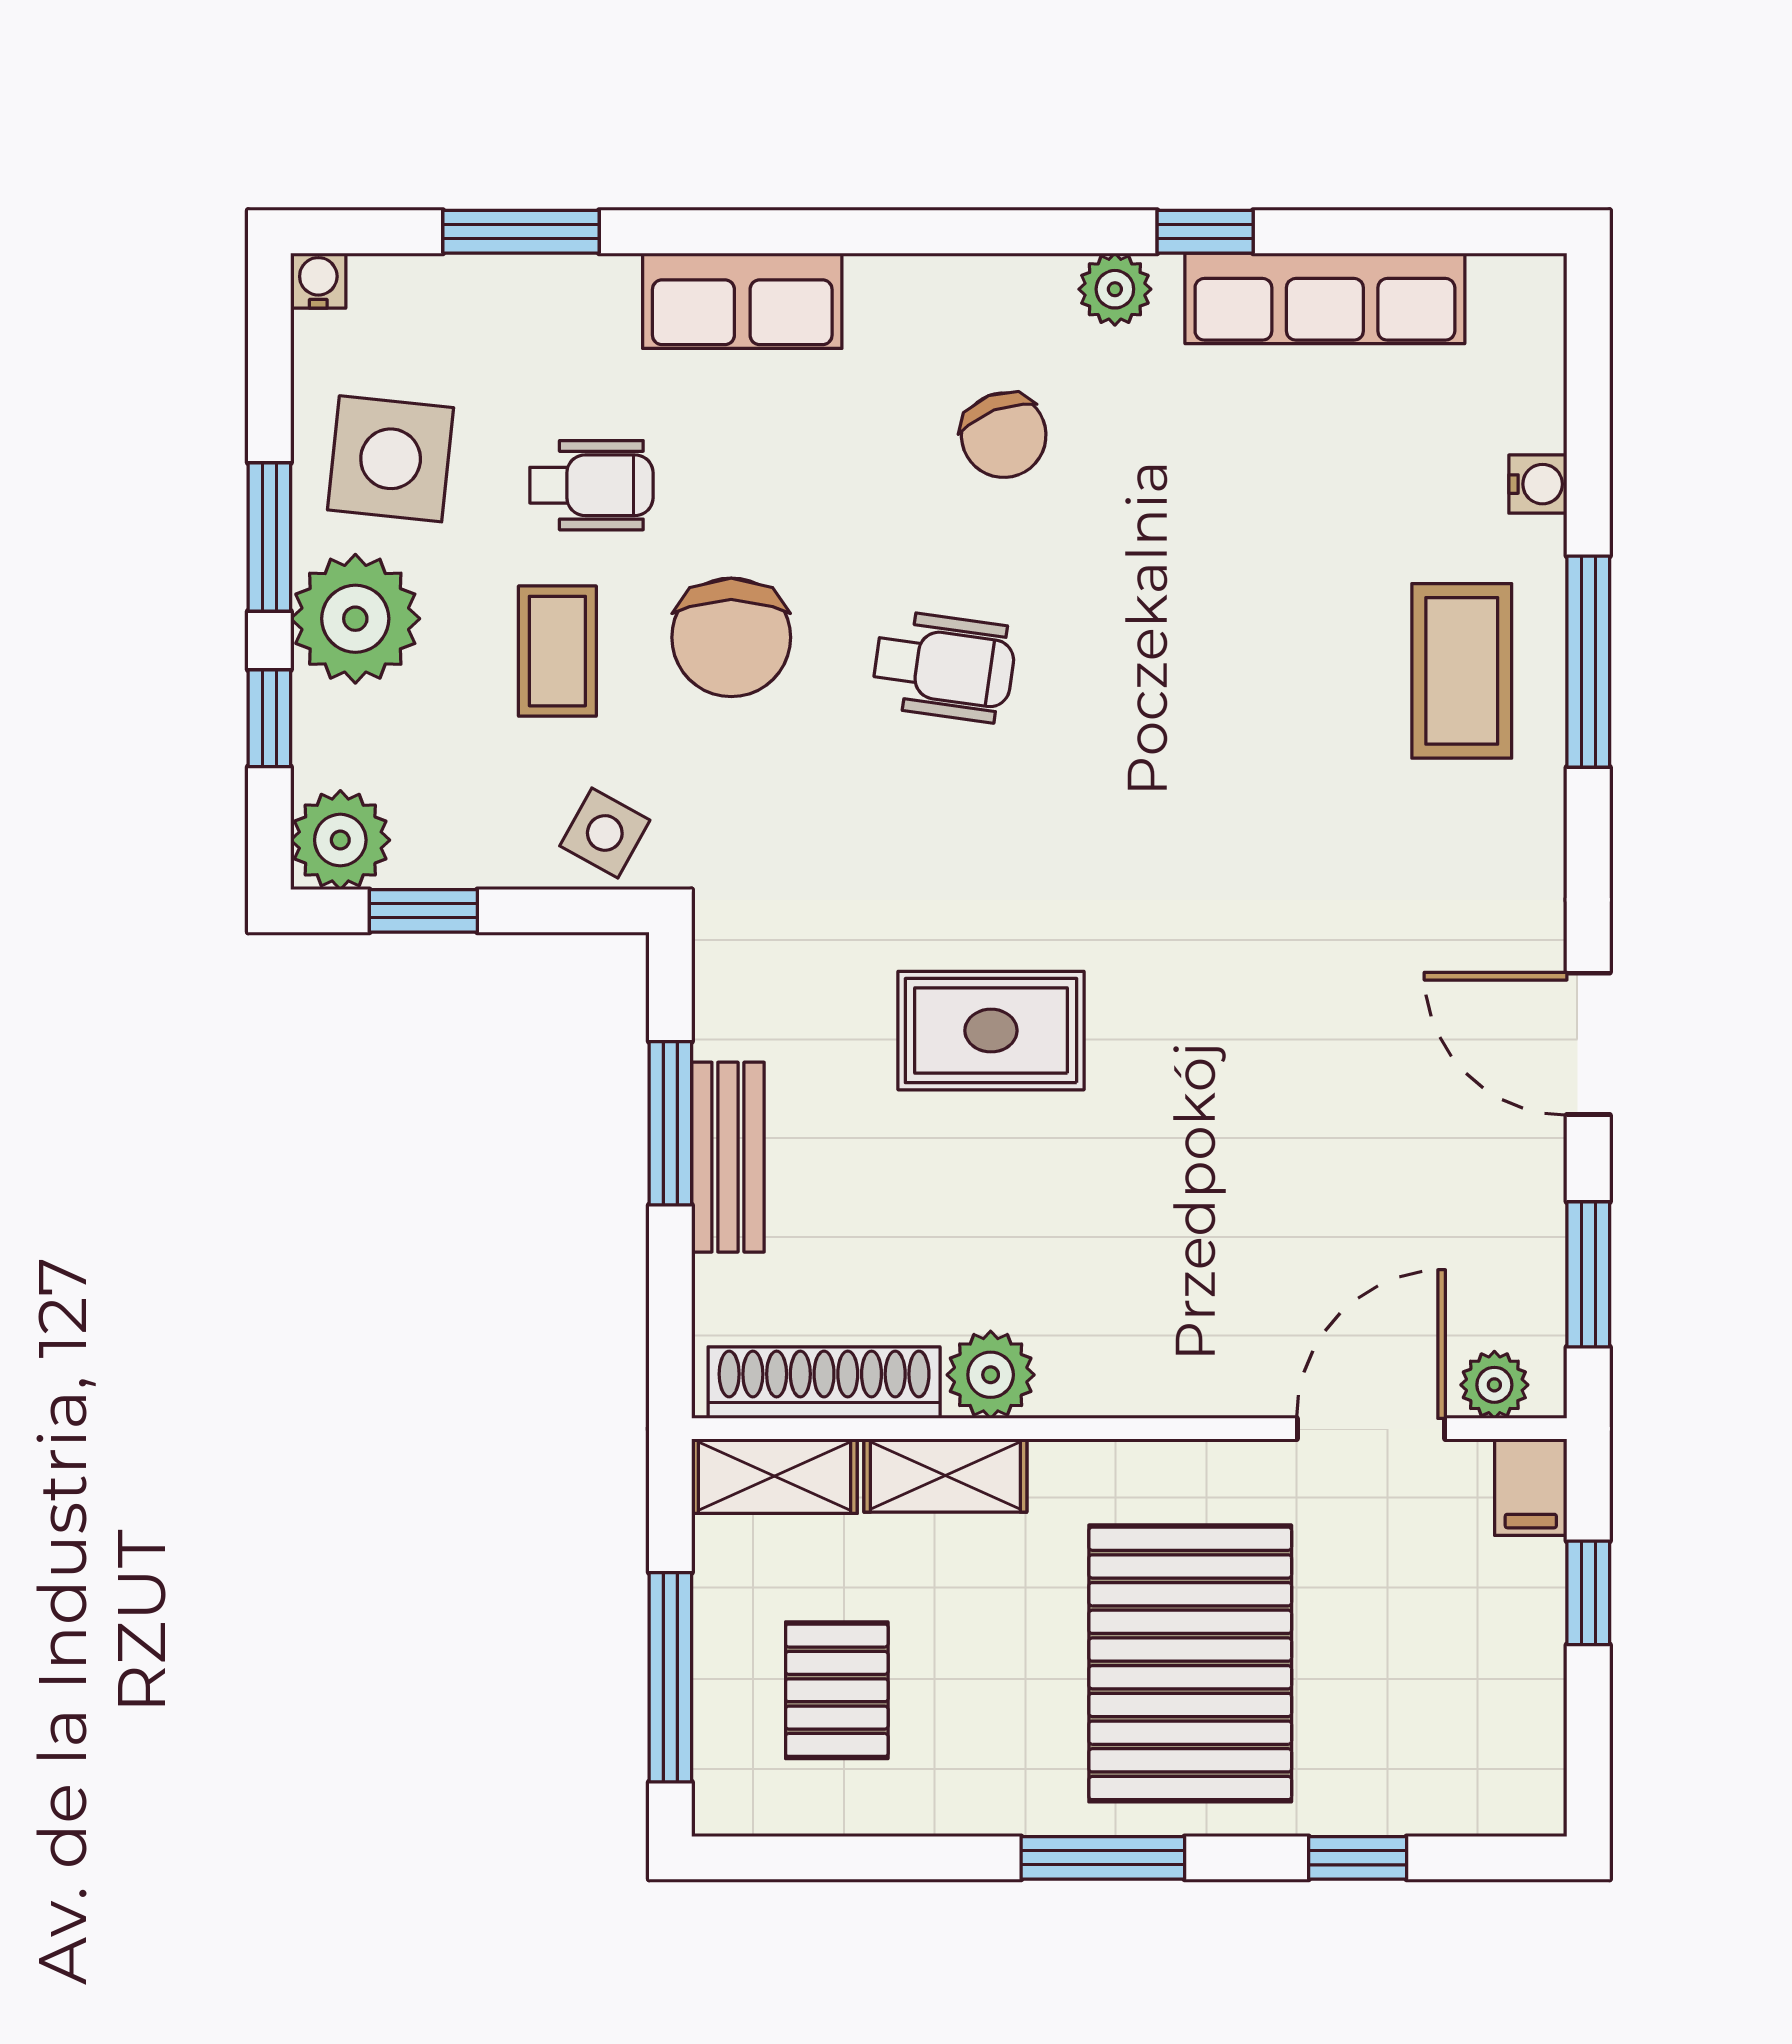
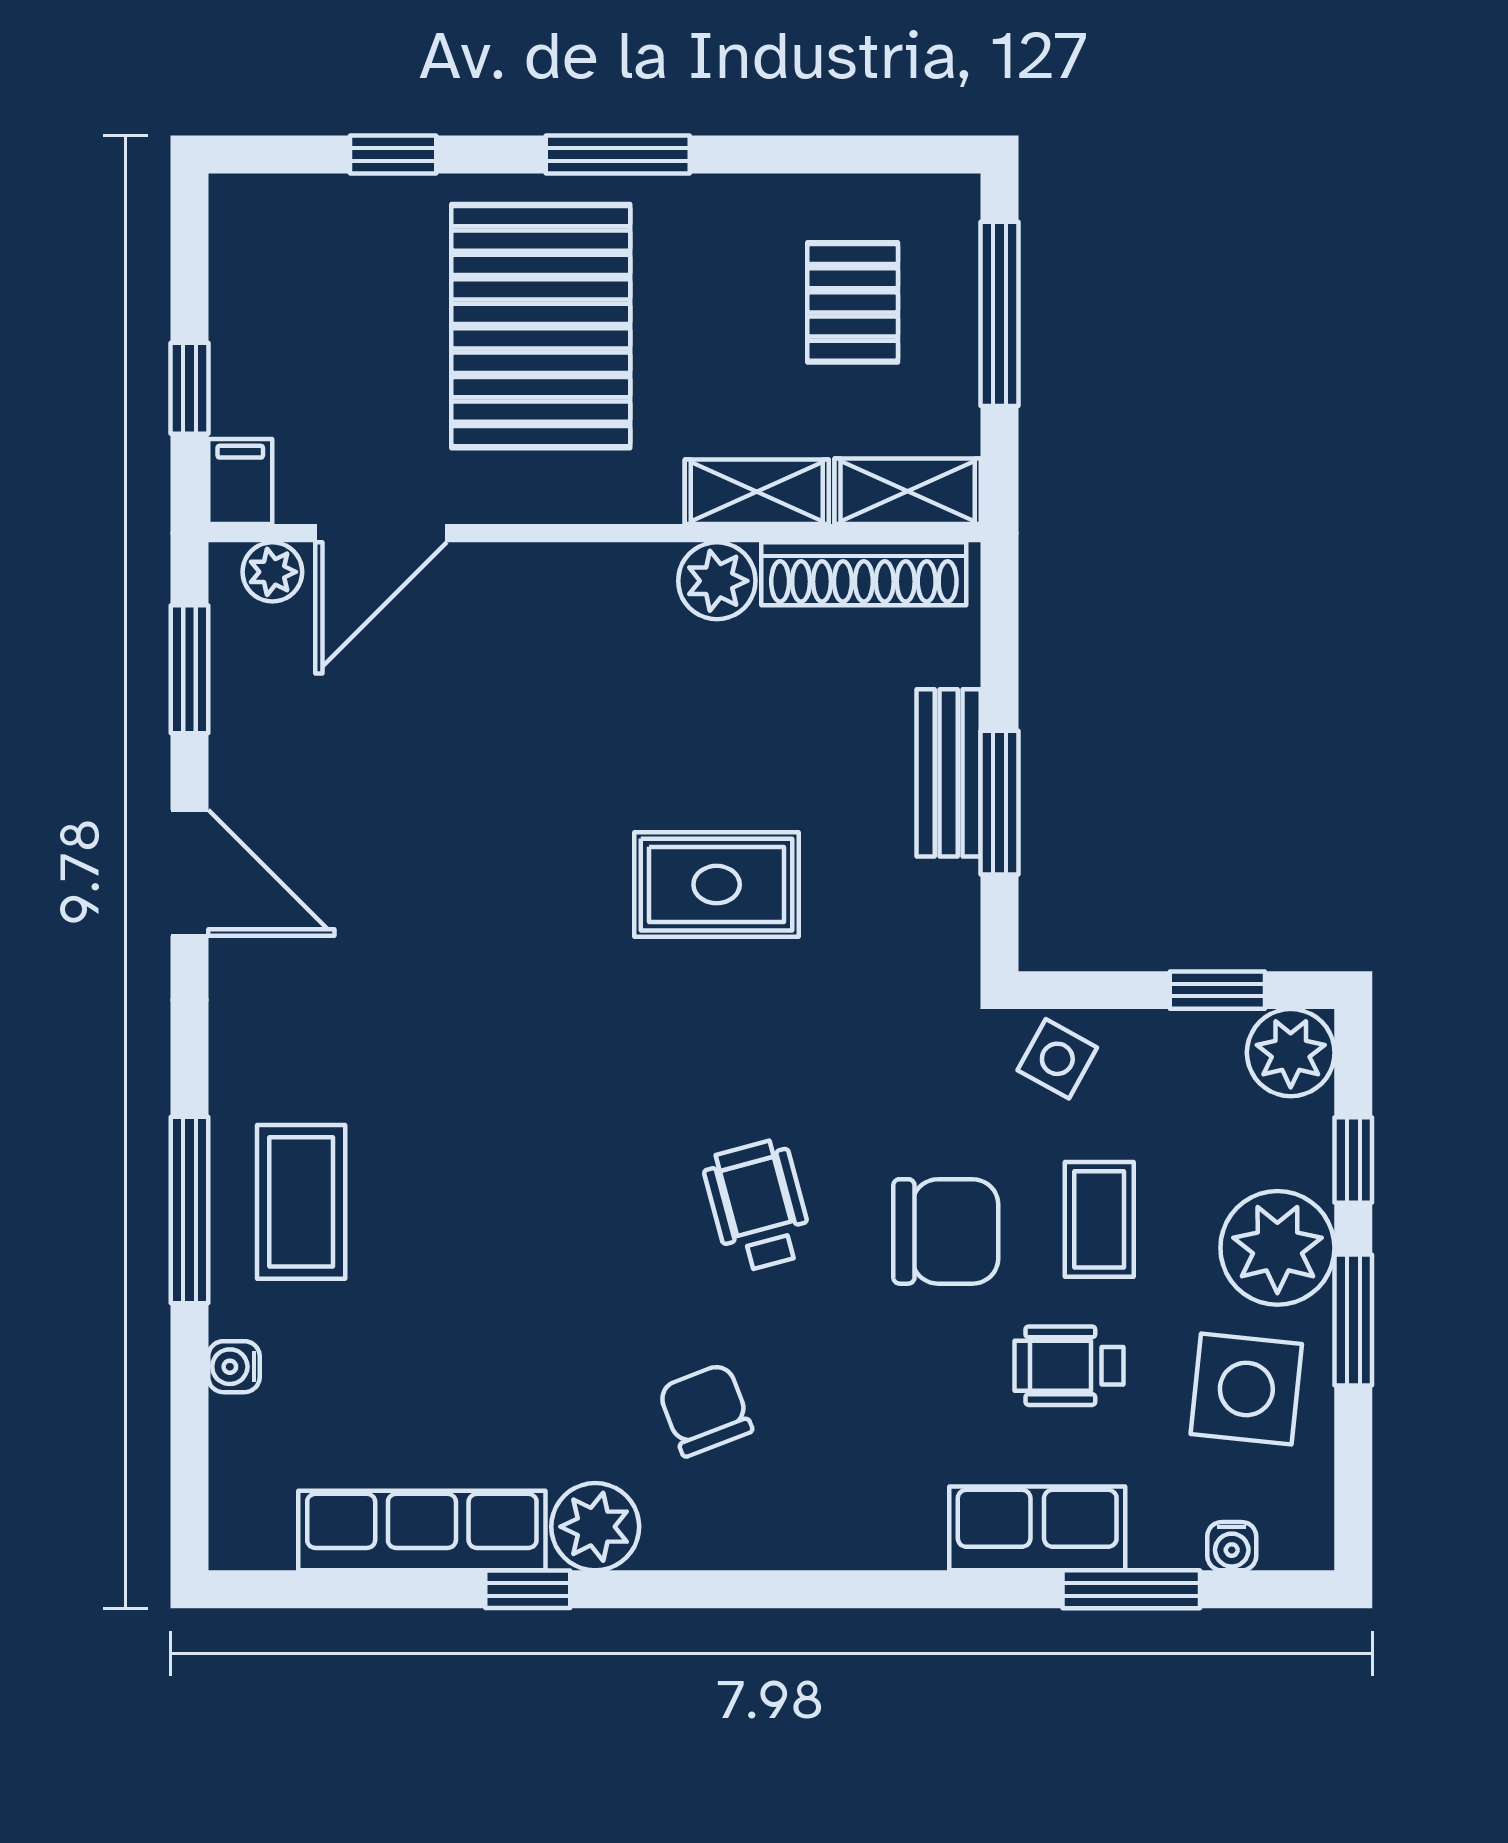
water cooler: (318, 281) -> (1232, 1546), moved
plant: (1115, 289) -> (595, 1527), width x1.38, depth x1.38
row of seats: (742, 301) -> (1037, 1528), moved
chair: (731, 637) -> (946, 1231), turned 90
wheelchair: (944, 667) -> (758, 1206), turned 67

